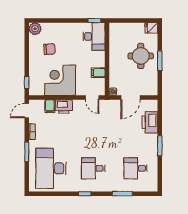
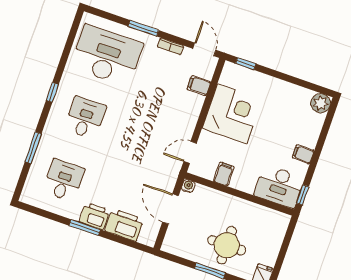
filing cabinet: (70, 29) -> (303, 154), added
chair: (49, 49) -> (283, 114), removed
printer: (64, 107) -> (94, 216), moved, turned 90

